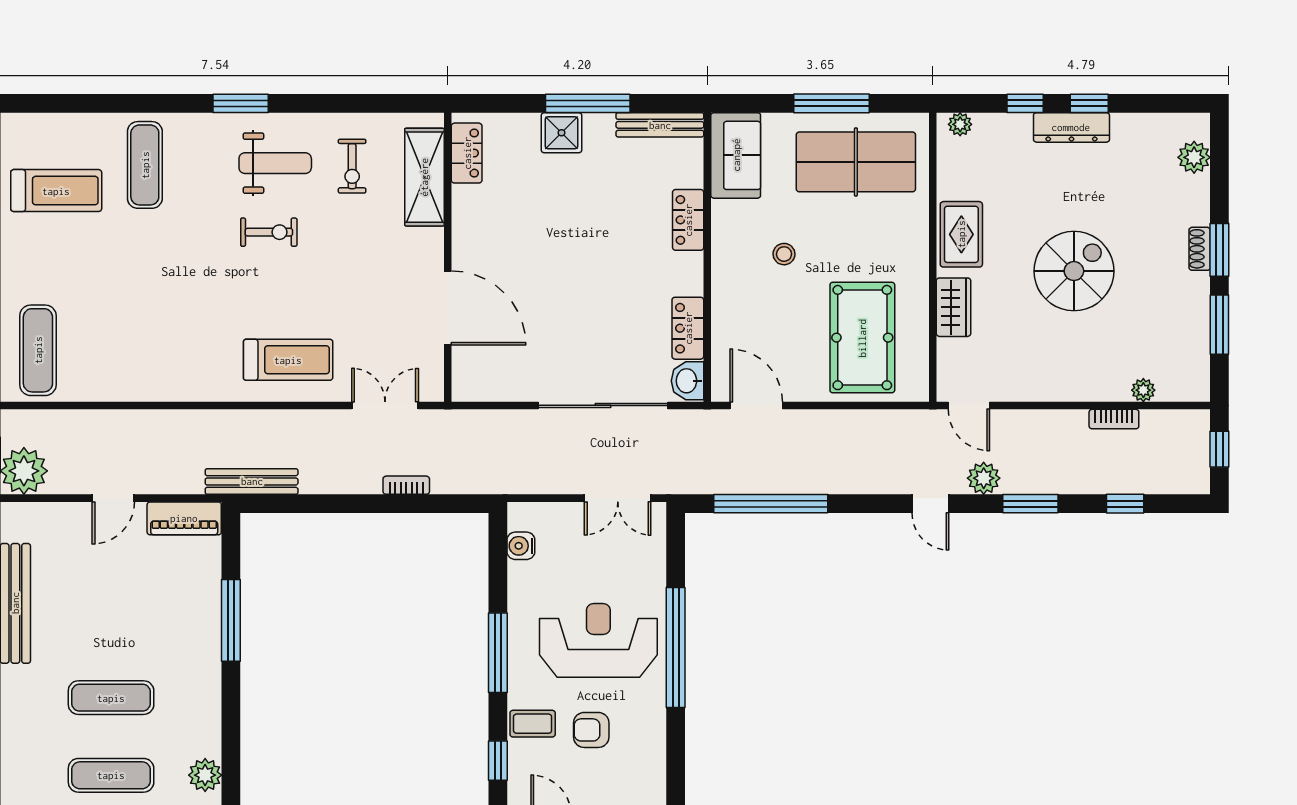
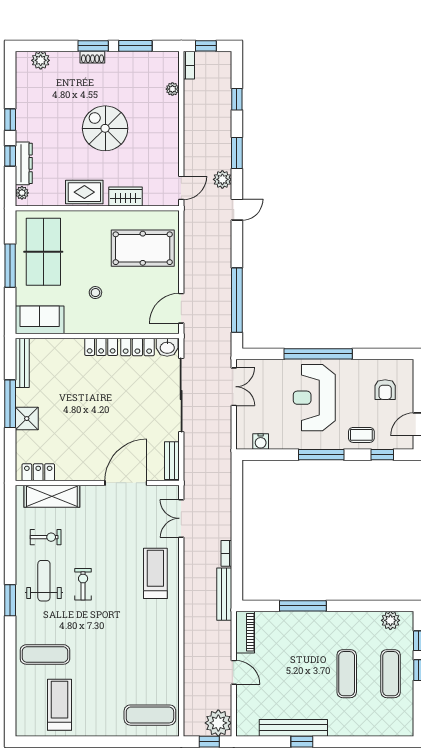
dresser: (1071, 127) -> (24, 163), moved
locker: (688, 220) -> (101, 347), moved
bench: (487, 389) -> (172, 461), added
bookcase: (1114, 419) -> (189, 65), moved
bookcase: (406, 485) -> (226, 553), moved
coffee table: (533, 724) -> (361, 435), turned 90
armchair: (591, 730) -> (385, 390), moved

